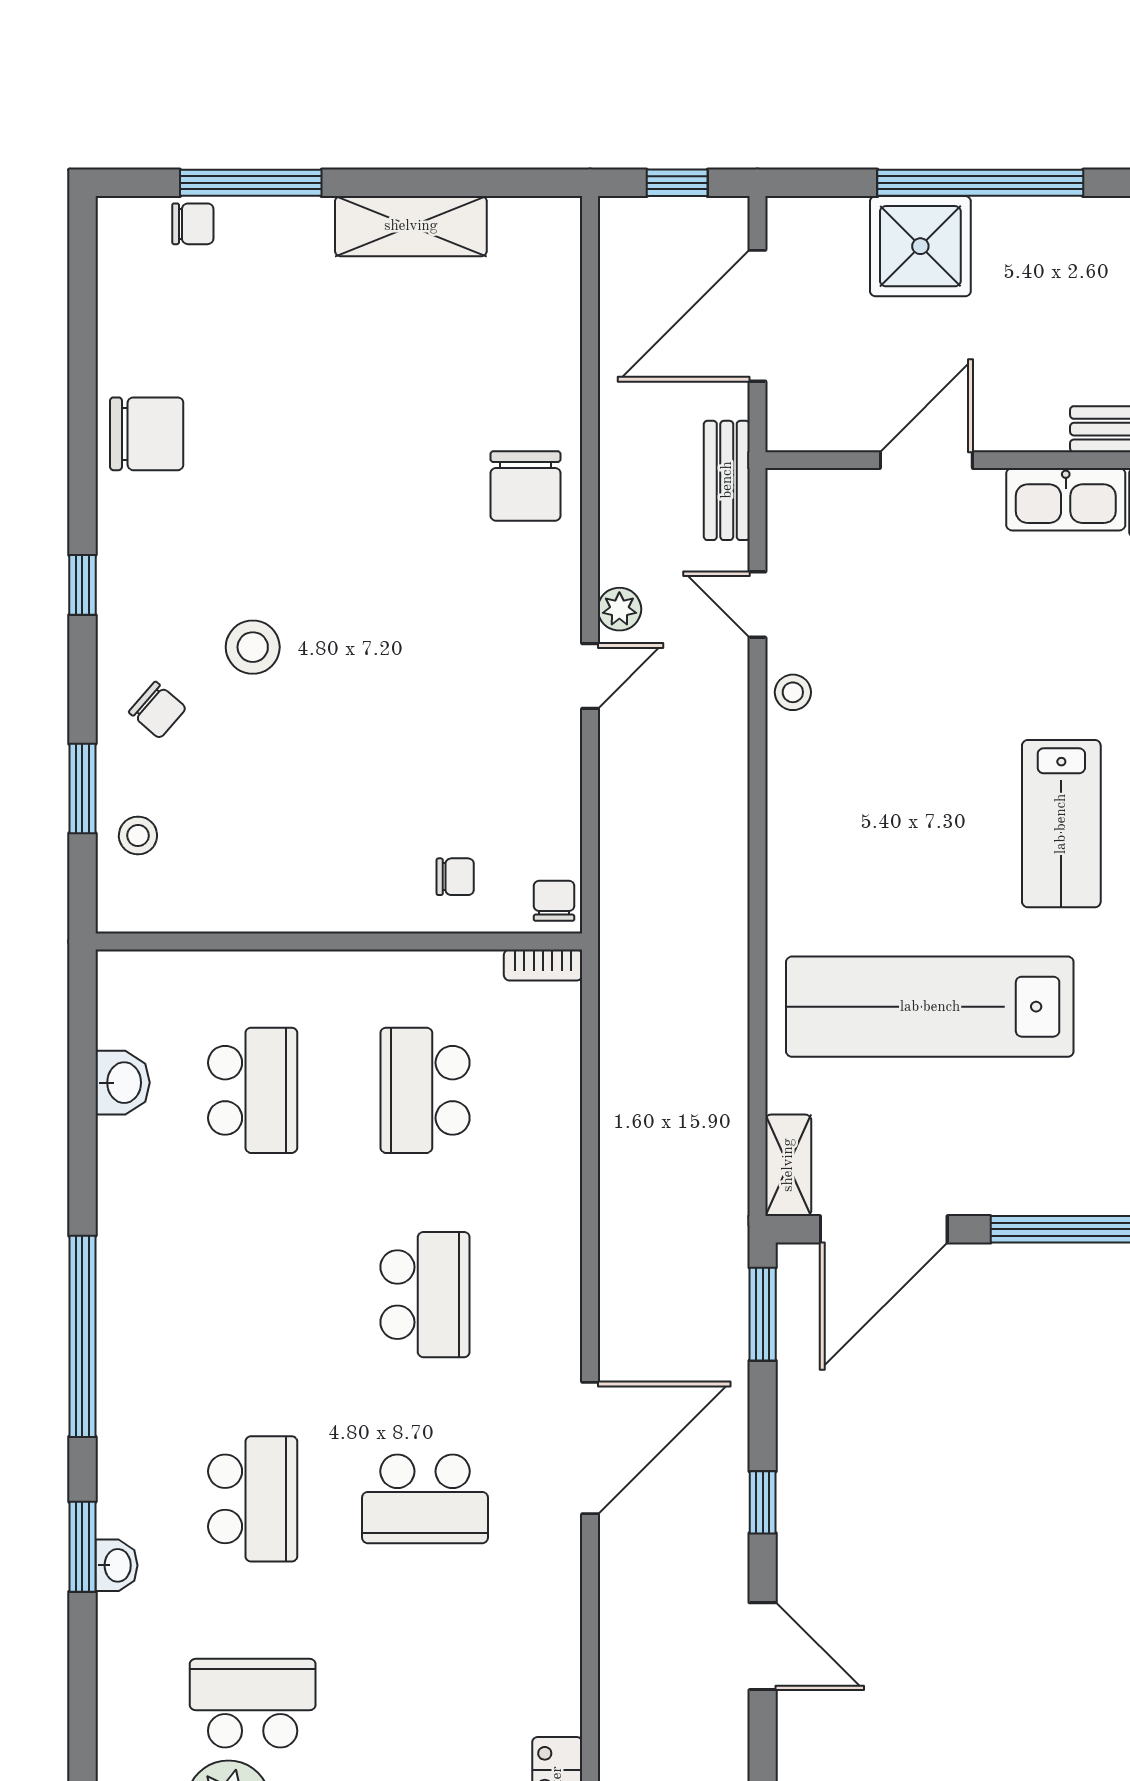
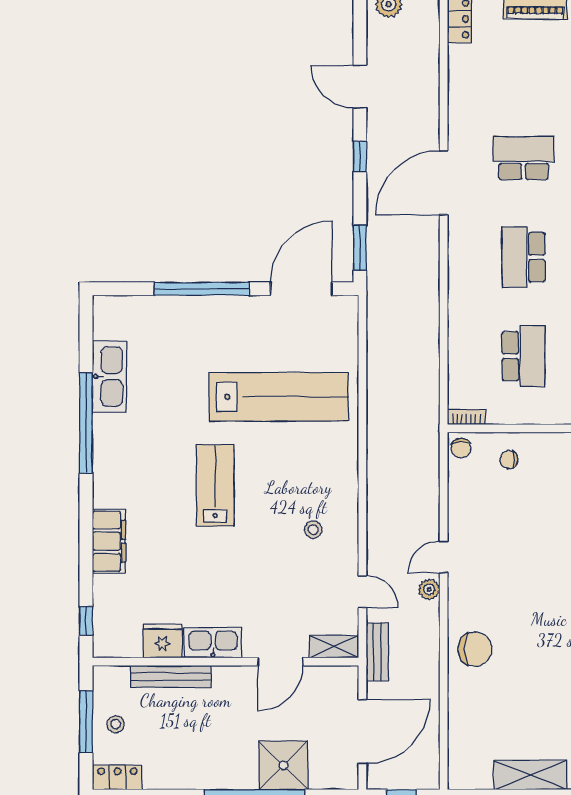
chair: (526, 486) -> (475, 649), turned 90
stool: (793, 692) -> (313, 530), moved
shelving: (788, 1165) -> (334, 647), moved, turned 90

